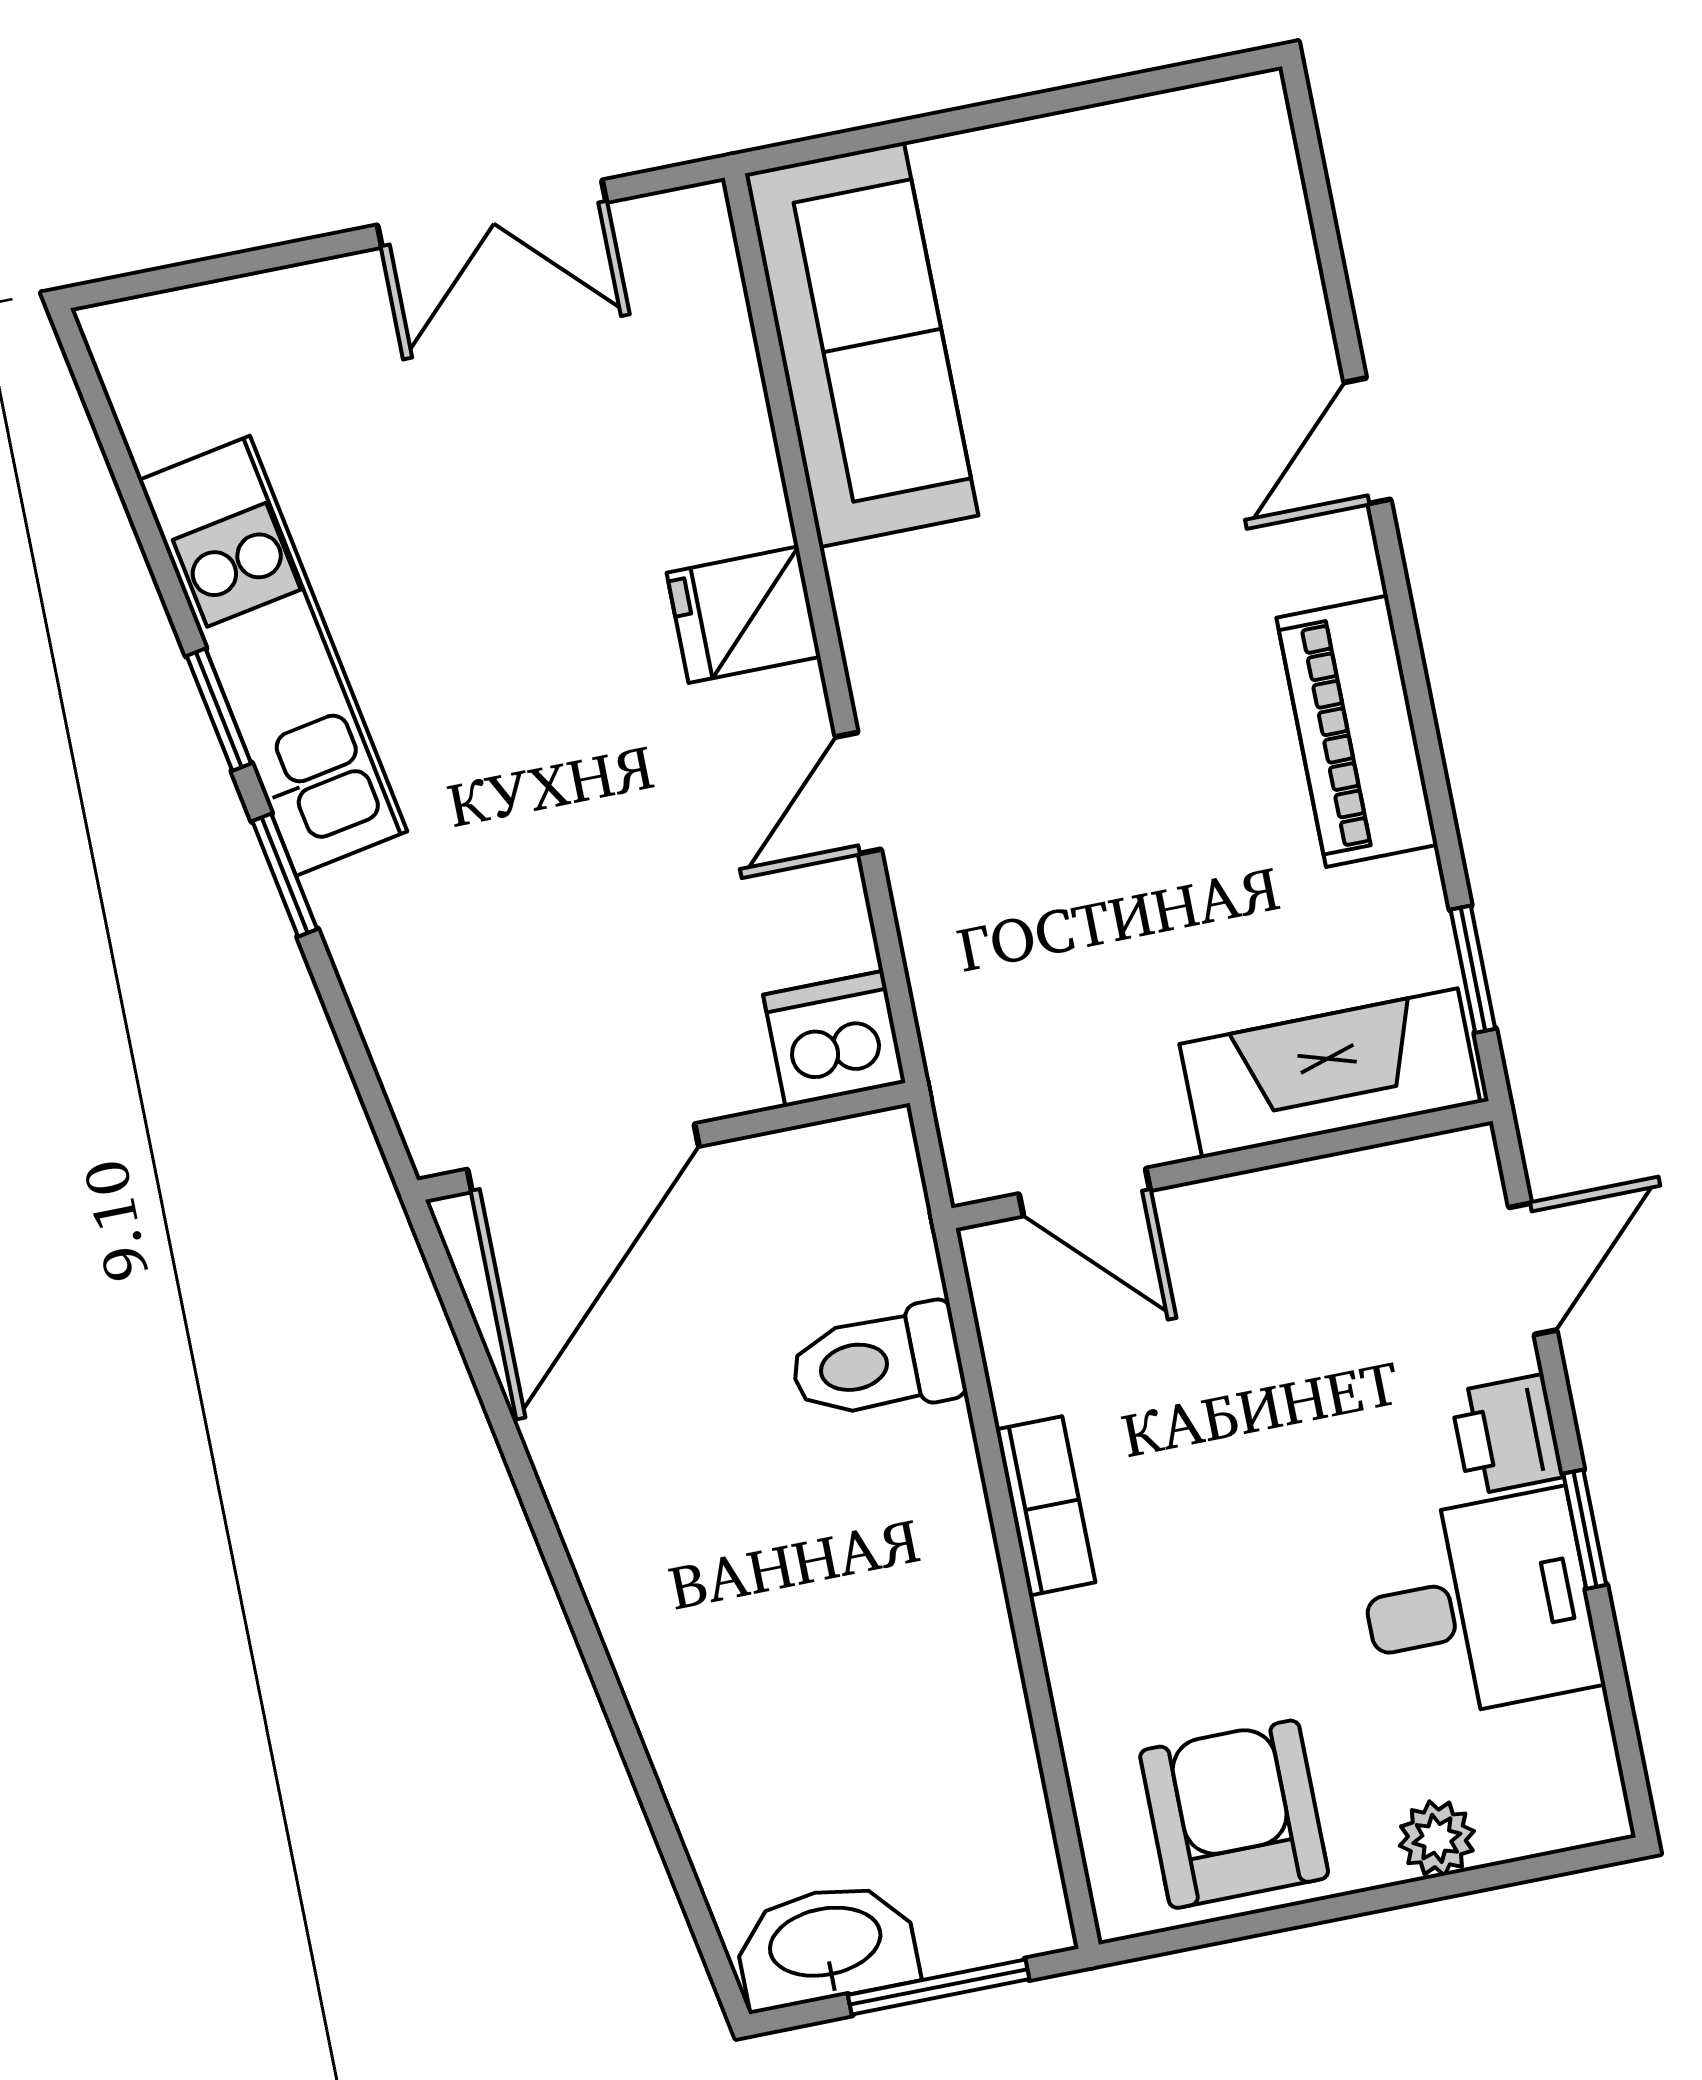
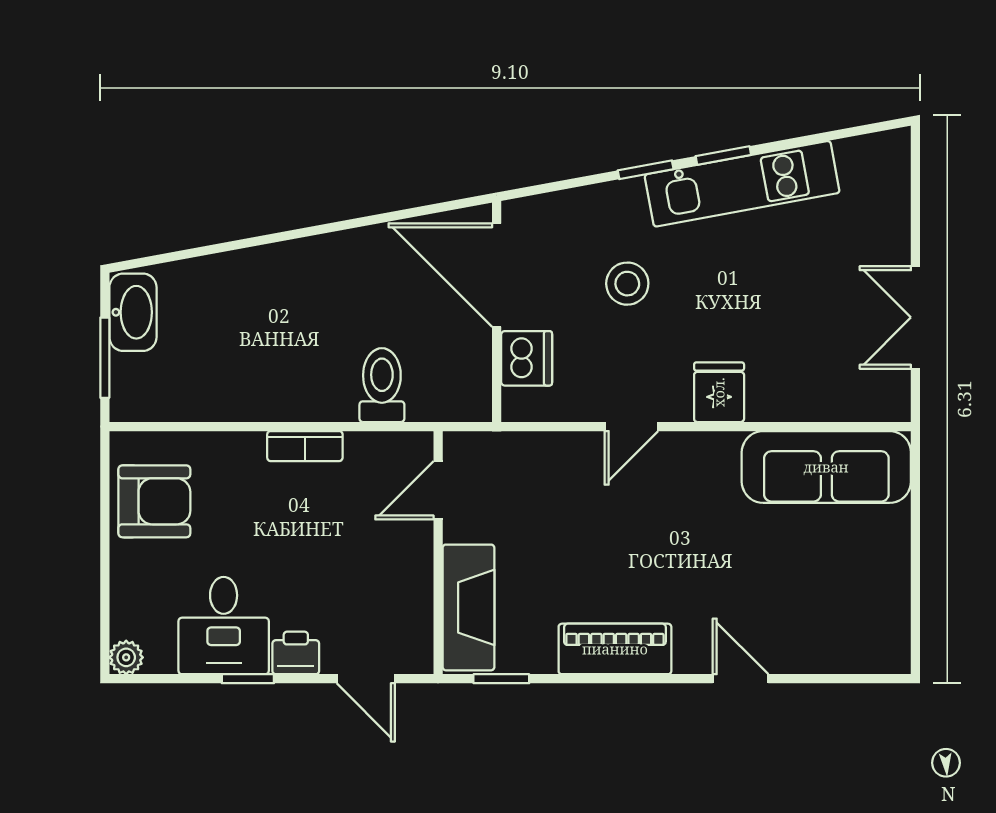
door: (858, 793) -> (631, 427), swing flipped
stool: (544, 865) -> (627, 284), added
dishwasher: (834, 1039) -> (527, 358), moved
plant: (1437, 1838) -> (126, 657), moved

